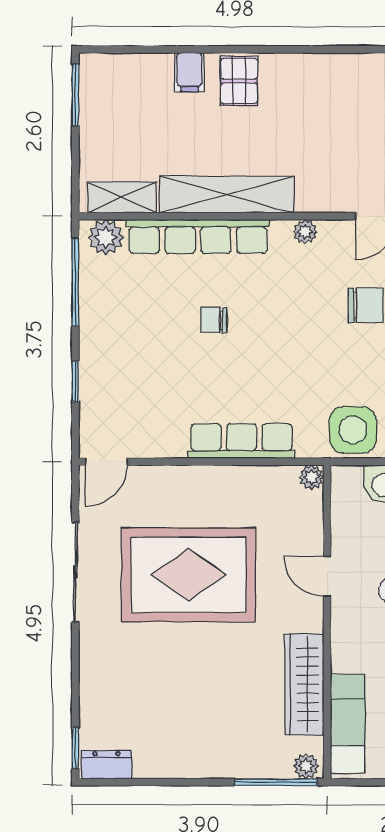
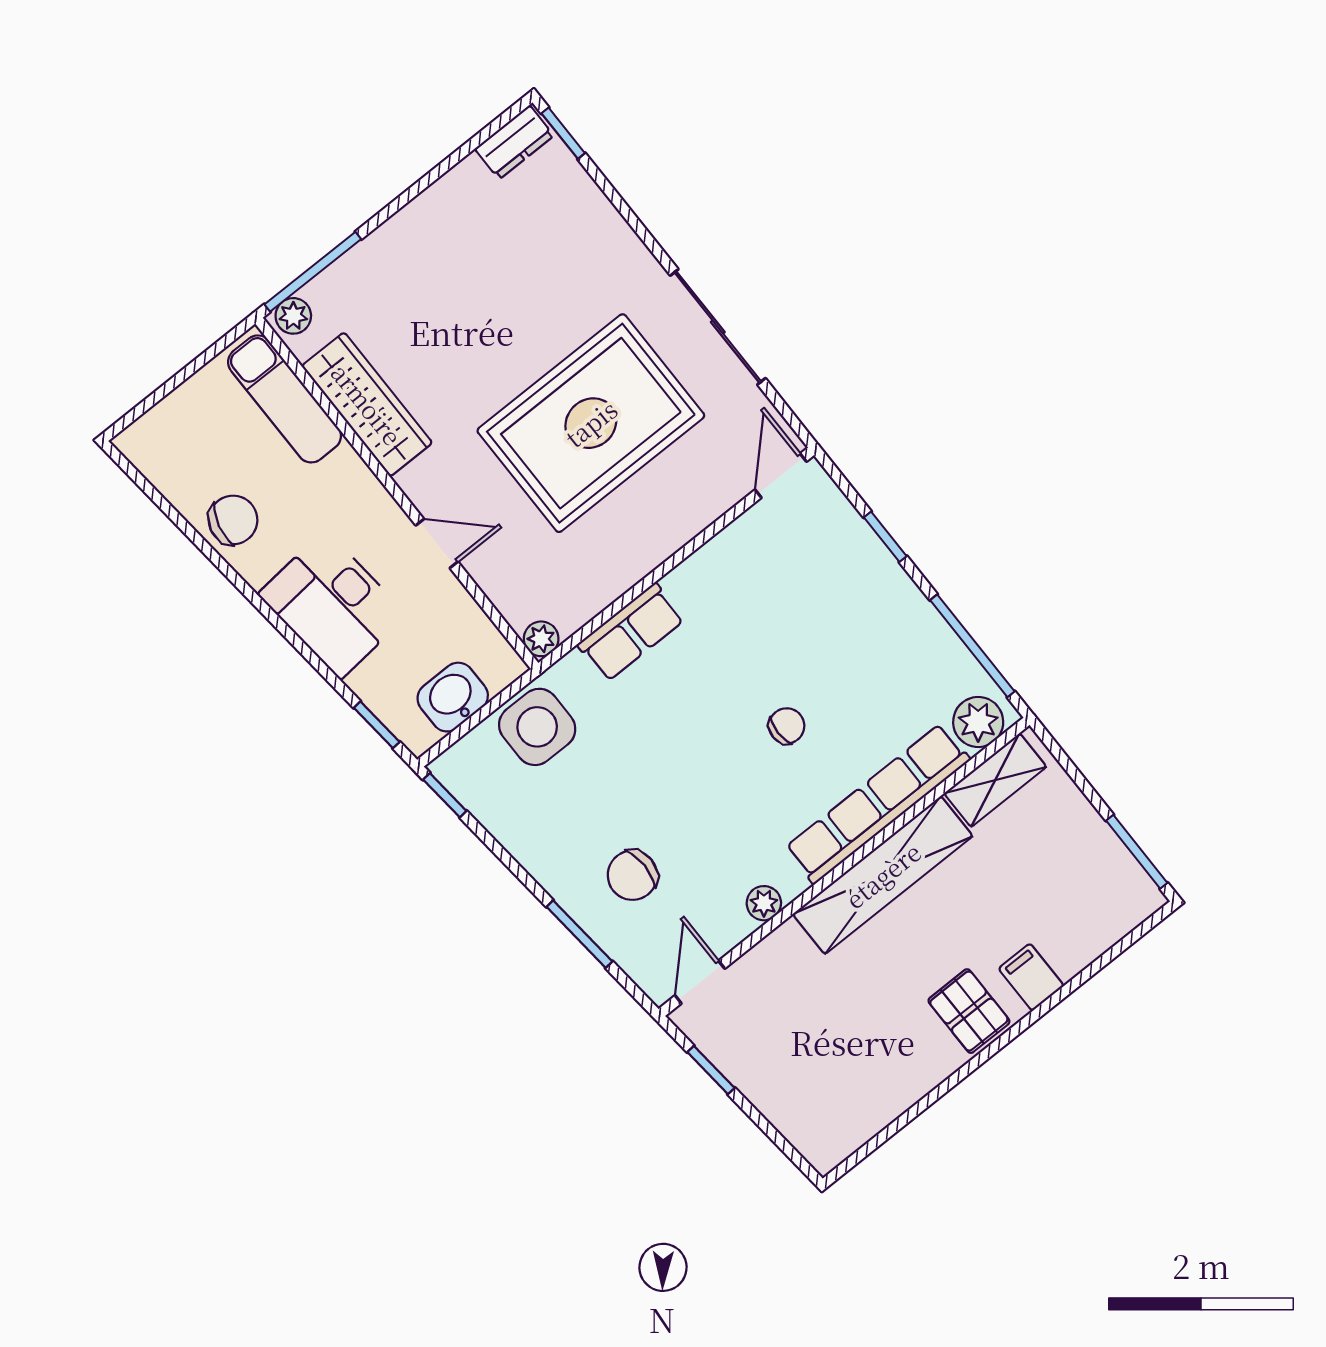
row of seats: (241, 441) -> (631, 632), width x0.68

